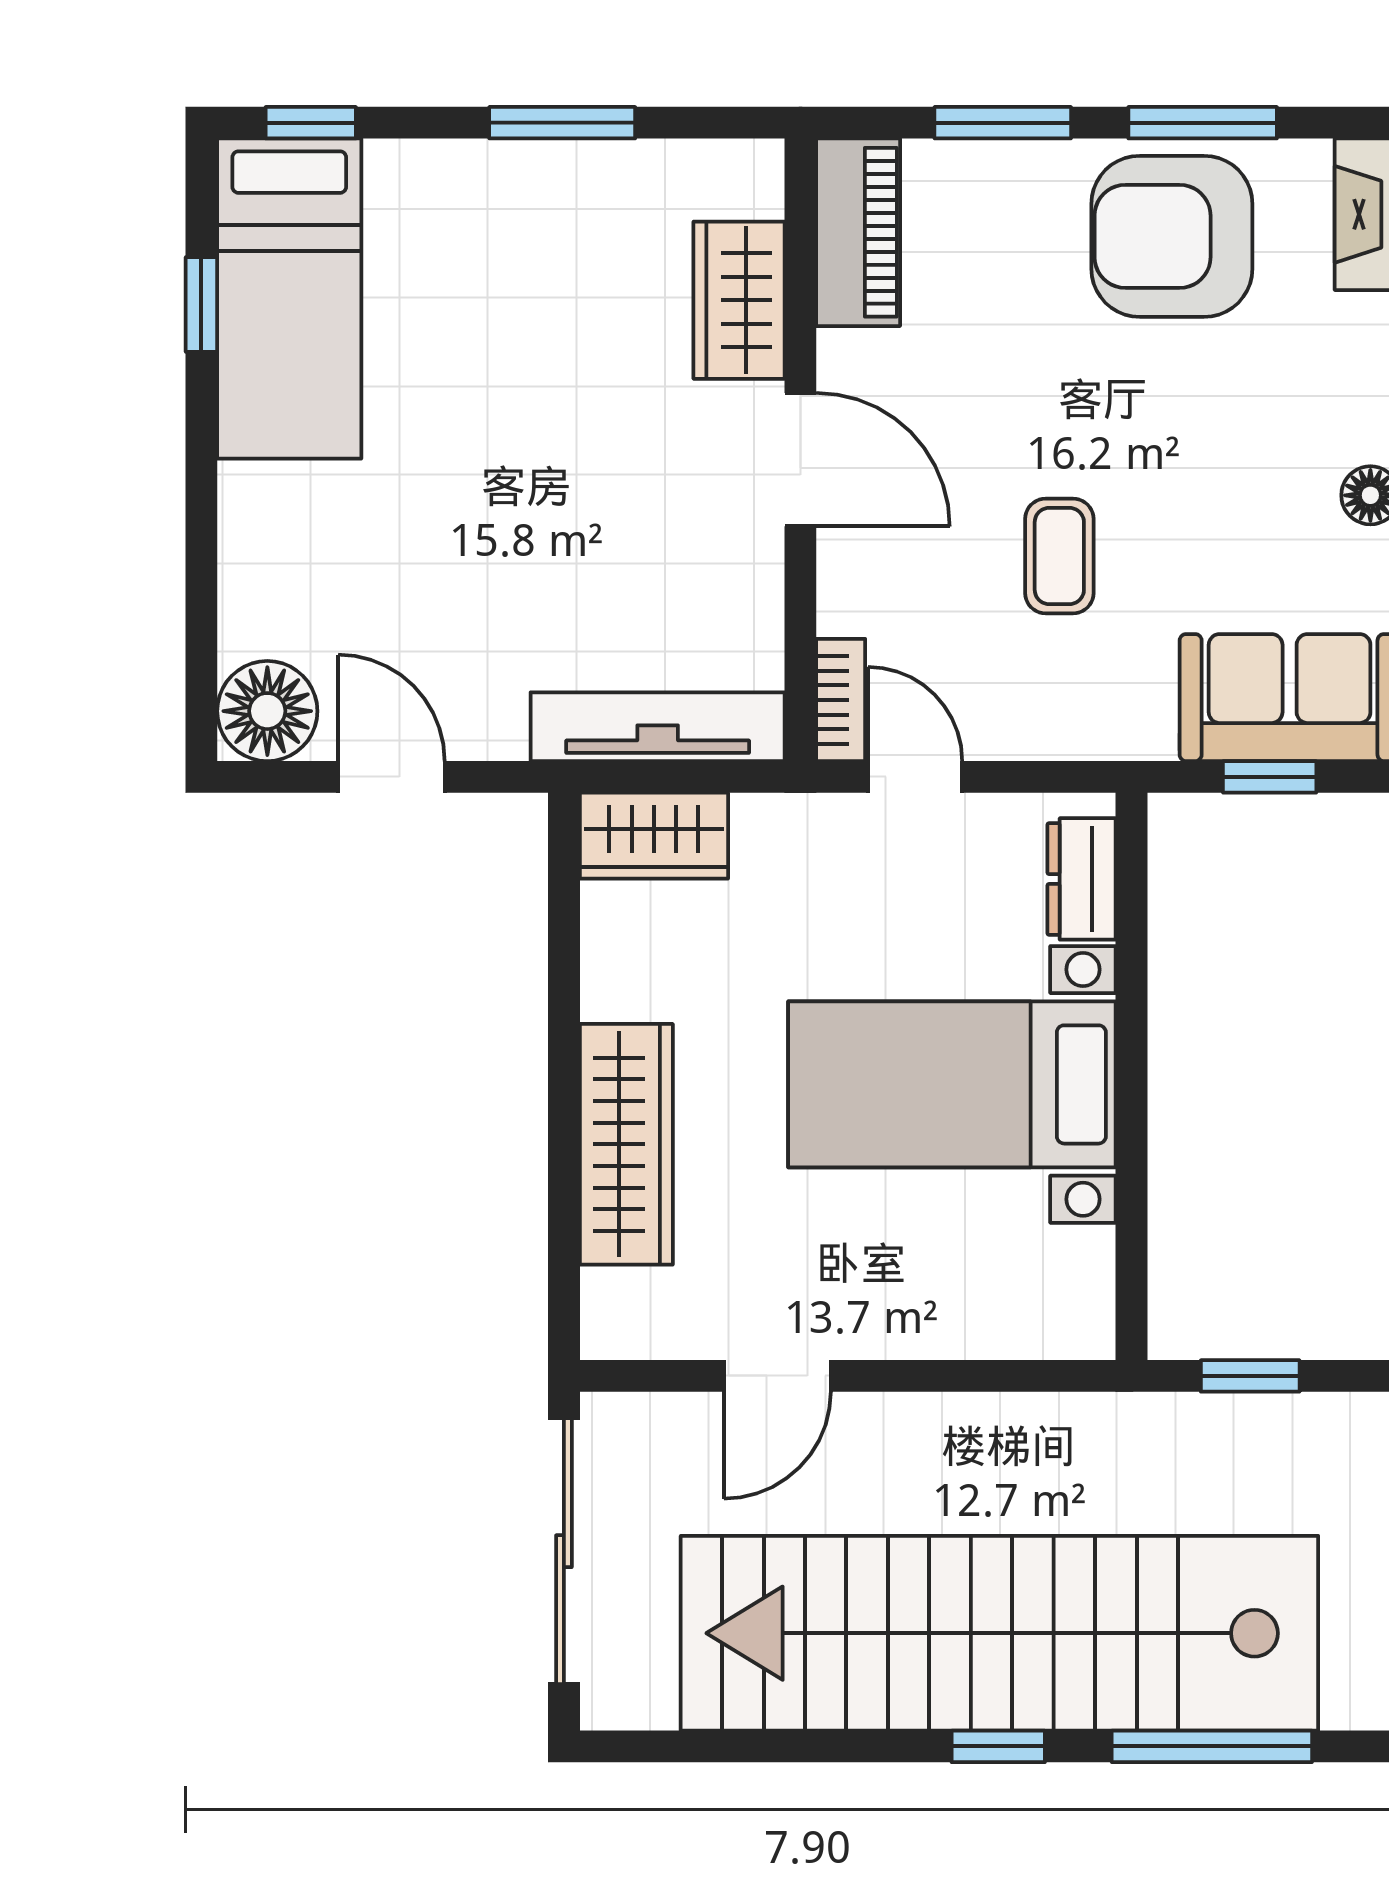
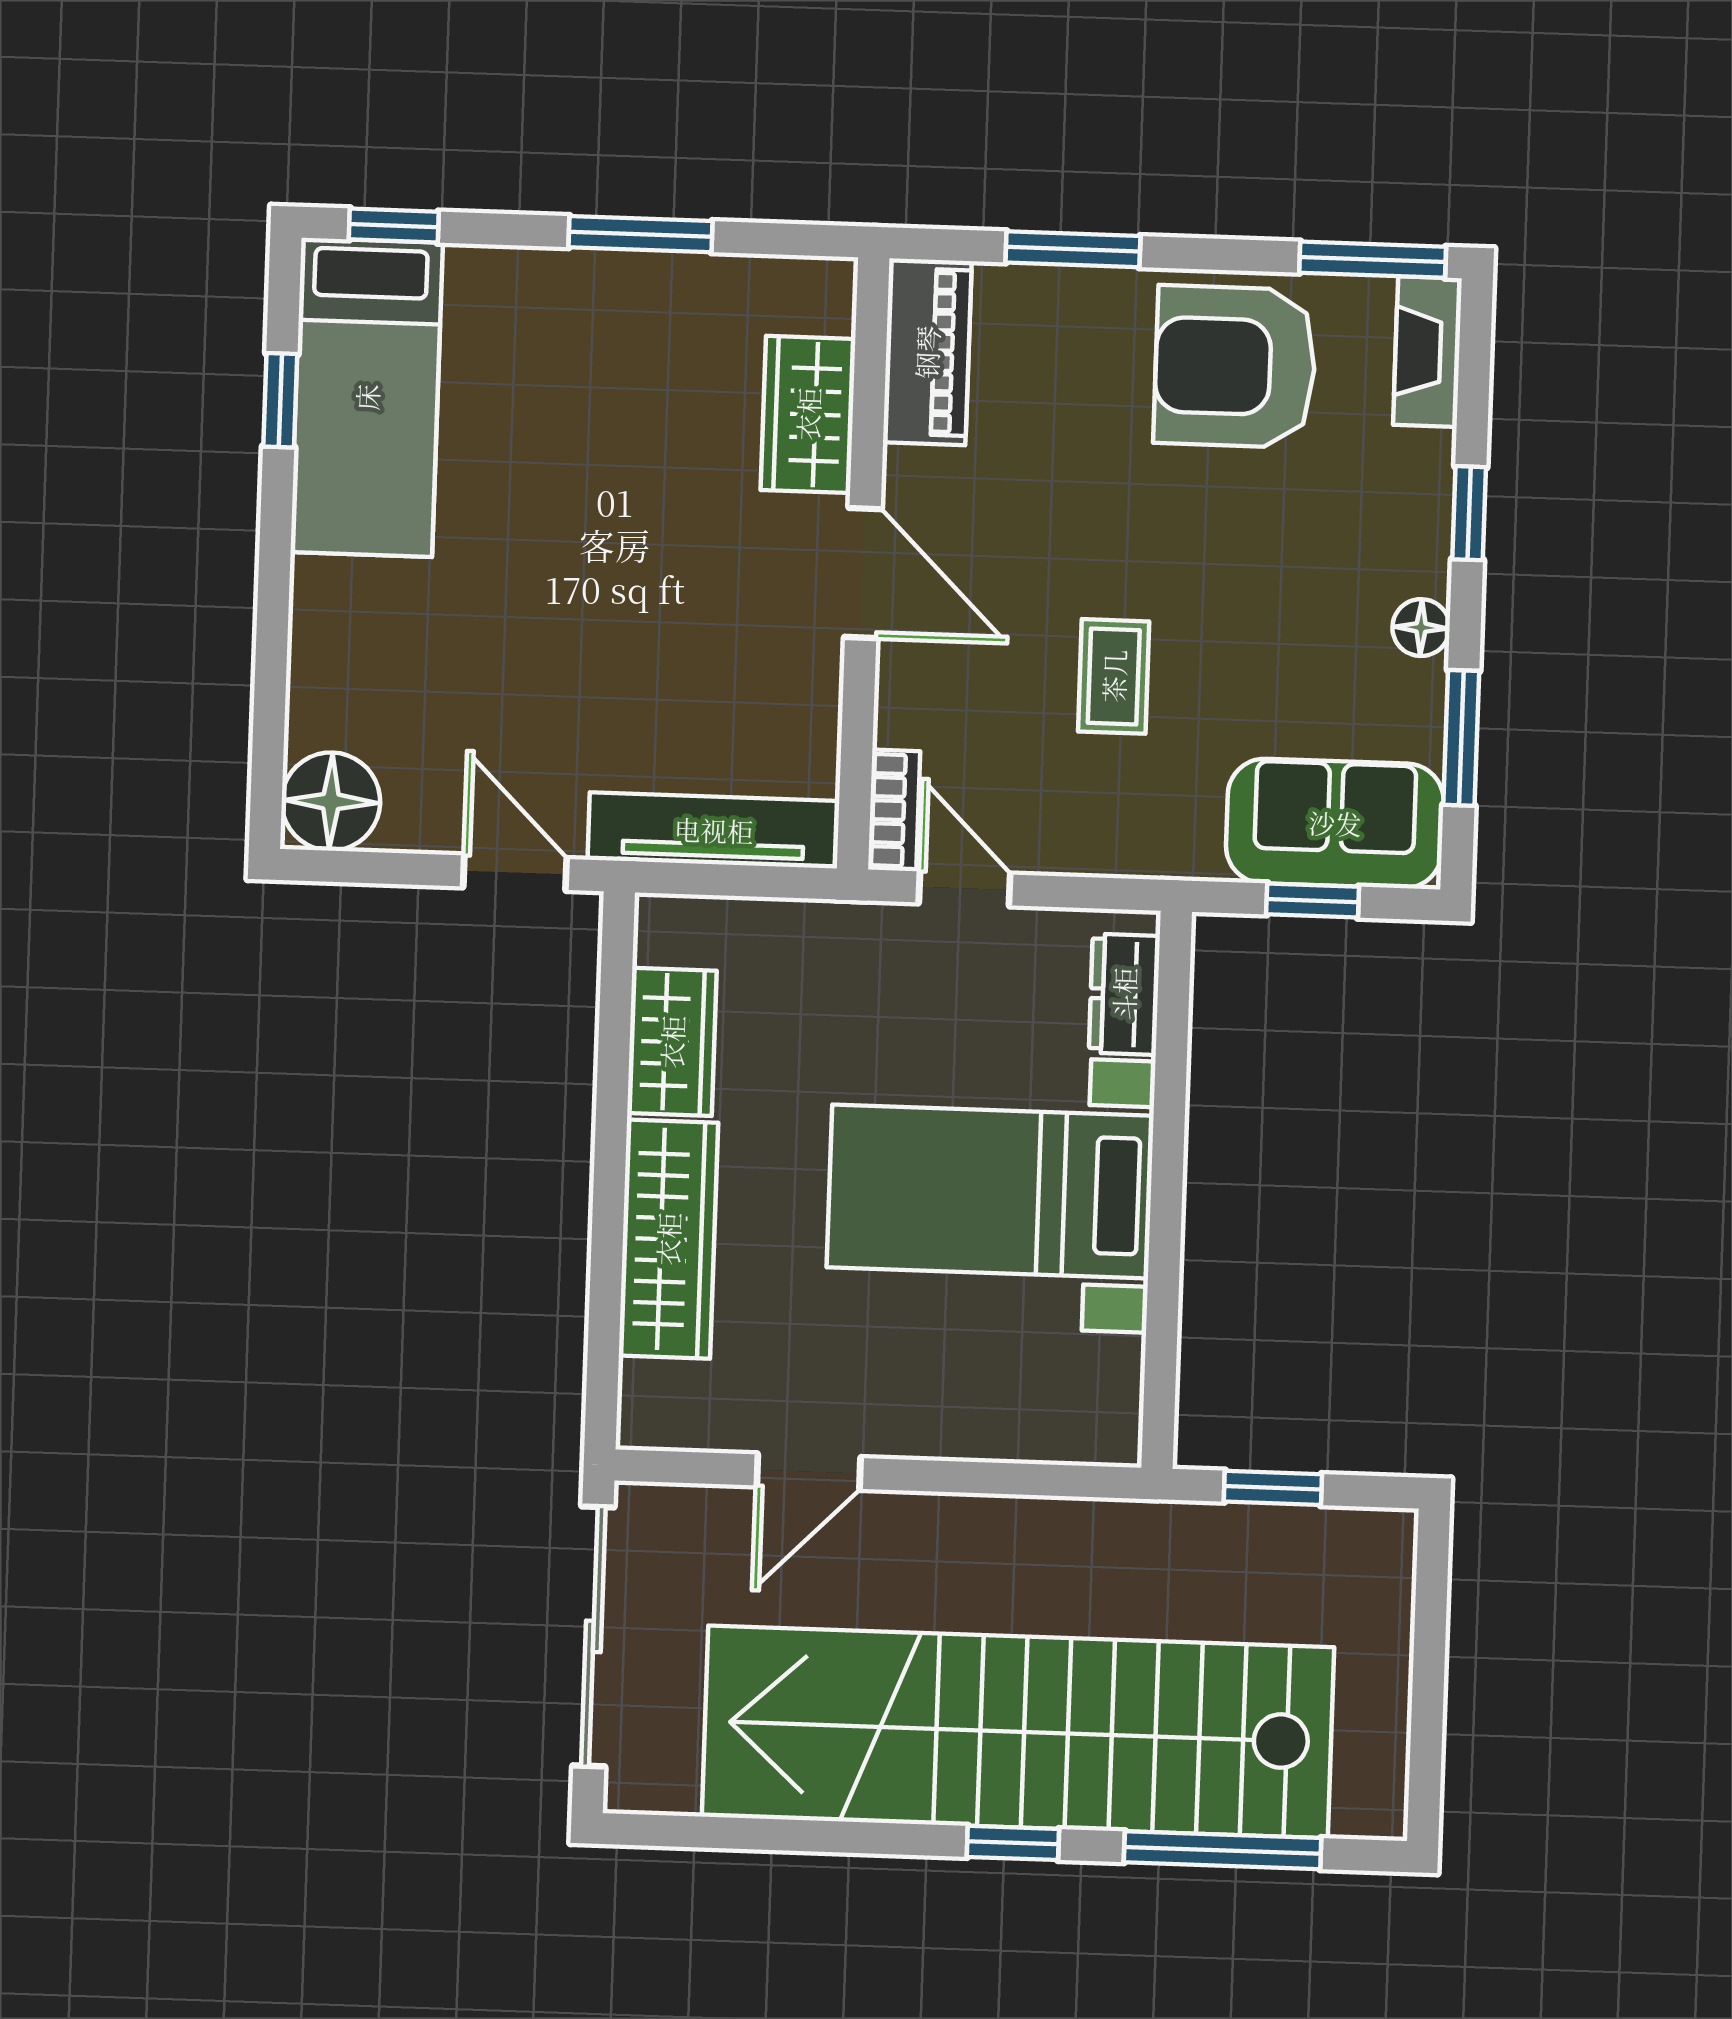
window: (1203, 123) -> (1373, 260), moved
door: (391, 777) -> (515, 873), moved
wardrobe: (654, 836) -> (672, 1042), moved, turned -90

